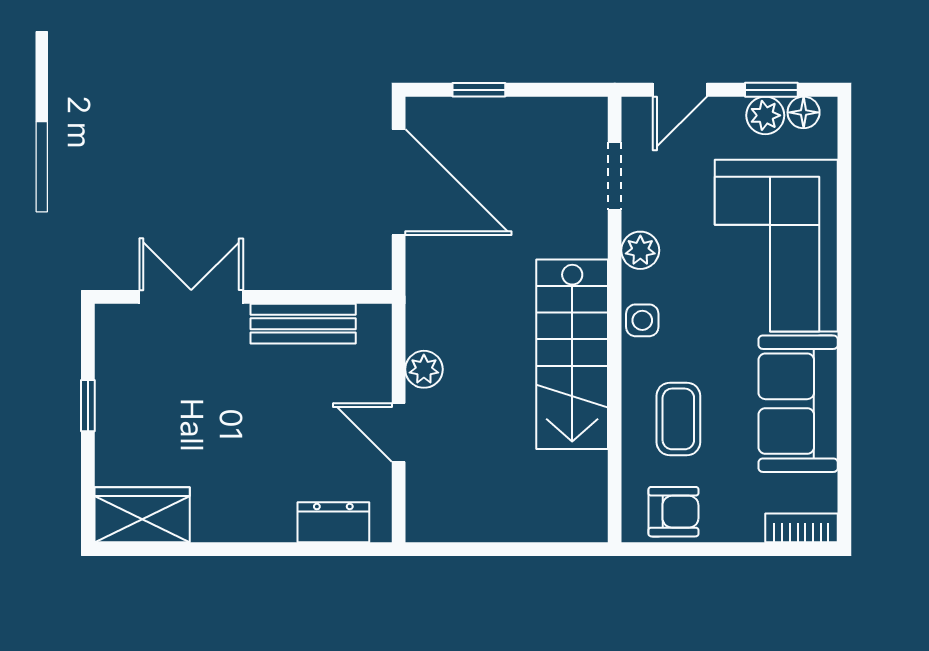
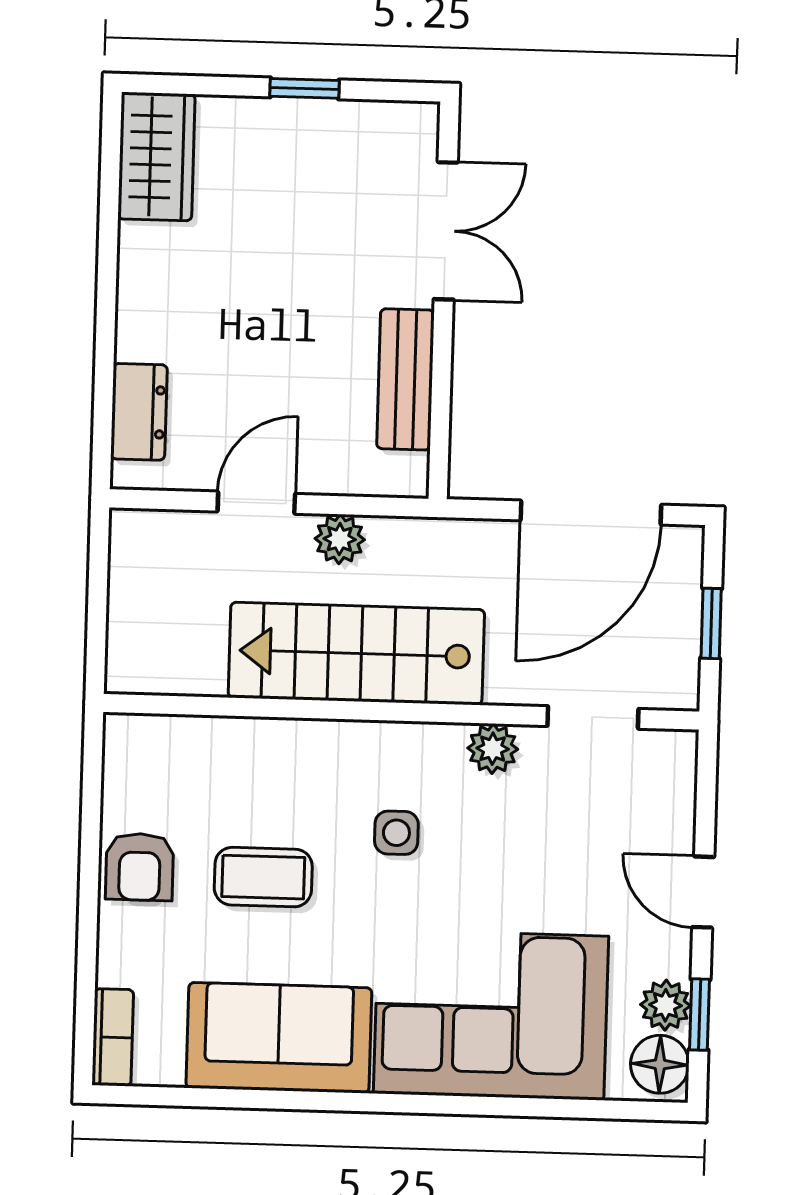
floor lamp: (804, 112) -> (660, 1064), width x1.37, depth x1.37
doorway: (615, 176) -> (593, 717), moved
plant: (640, 250) -> (493, 749), moved
wall: (615, 319) -> (401, 712), moved
stairs: (572, 354) -> (356, 654), moved

